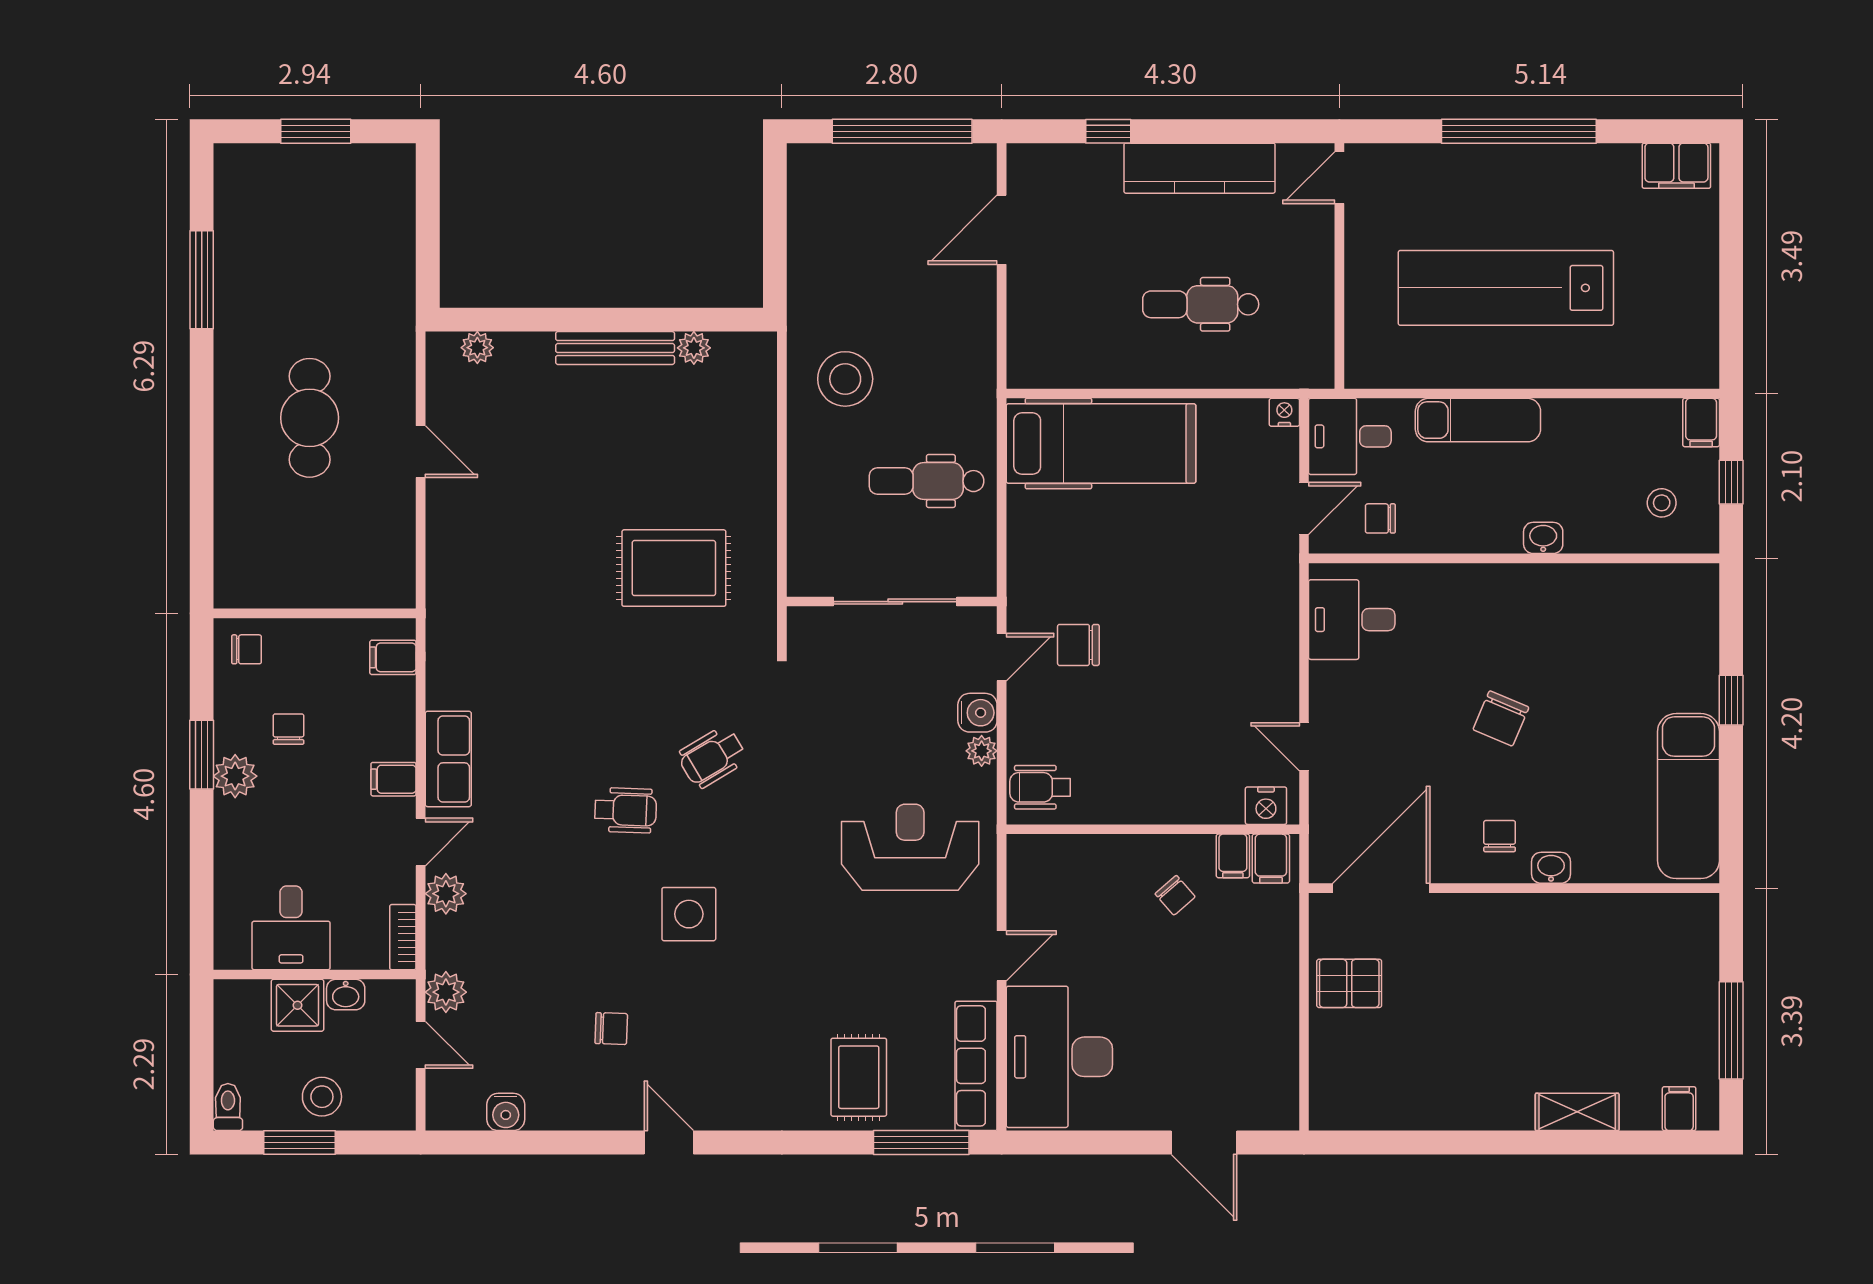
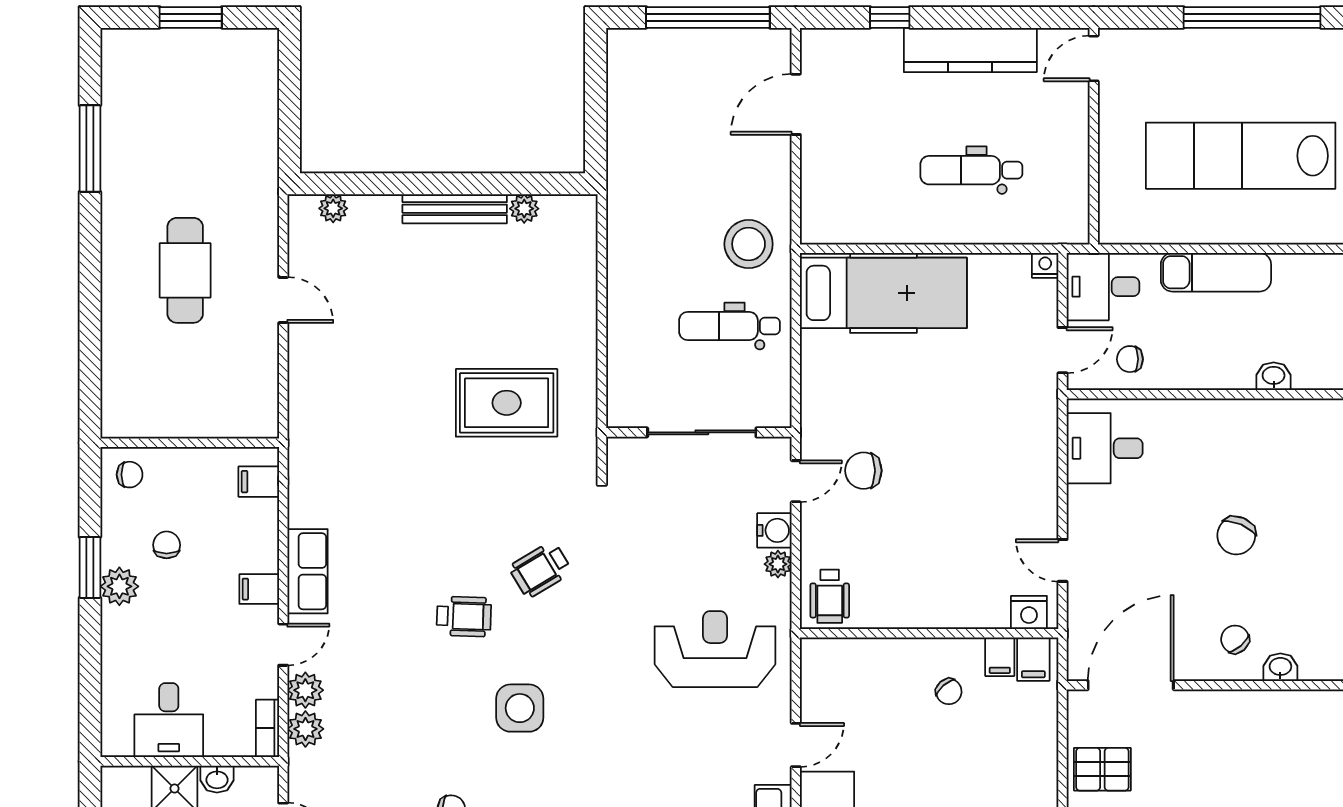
stool: (845, 379) -> (749, 244), moved
wheelchair: (1040, 787) -> (830, 596), turned -90
chair: (1500, 836) -> (1235, 639), turned -41
plant: (446, 992) -> (305, 729), moved

